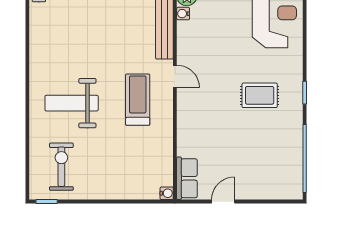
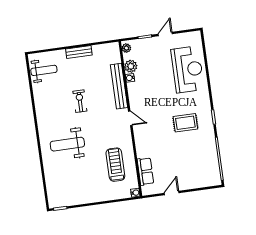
treadmill: (138, 100) -> (115, 165), moved
exercise bike: (61, 167) -> (80, 101), moved, width x0.73, depth x0.72
row of seats: (187, 178) -> (145, 171), moved

